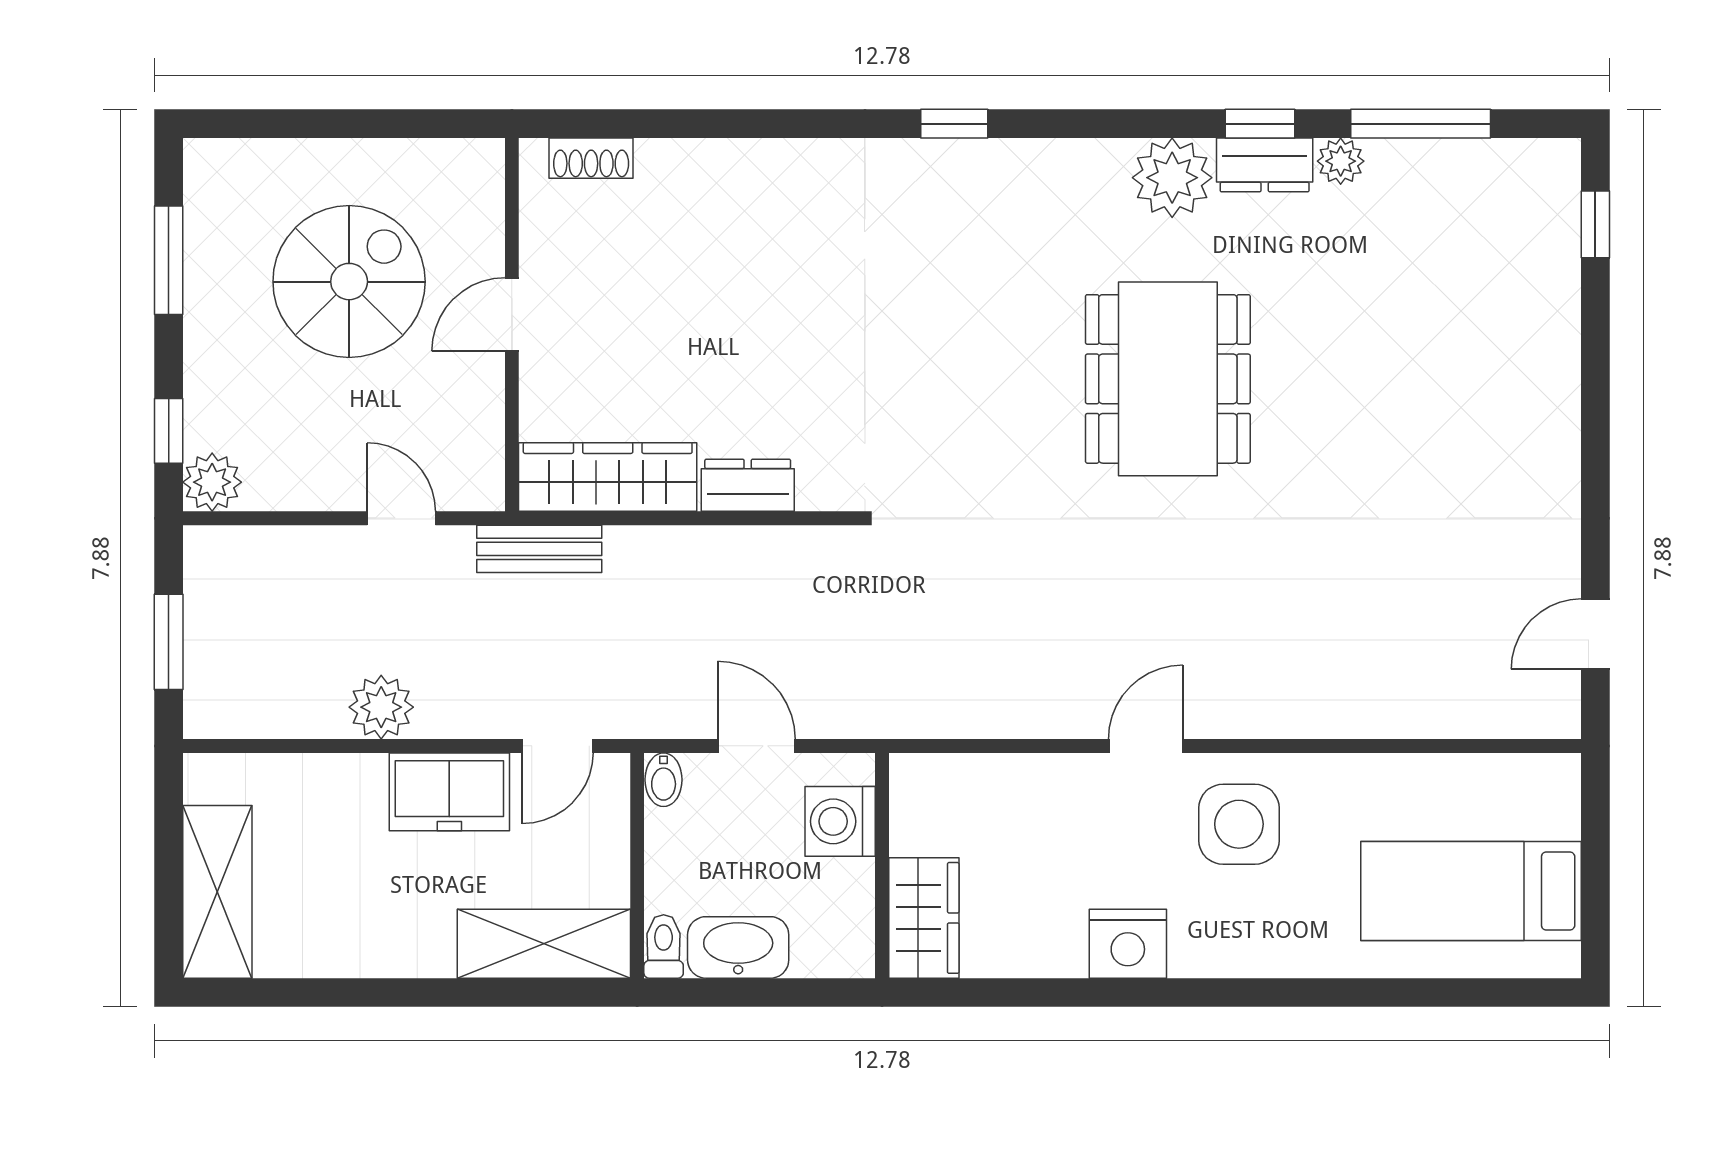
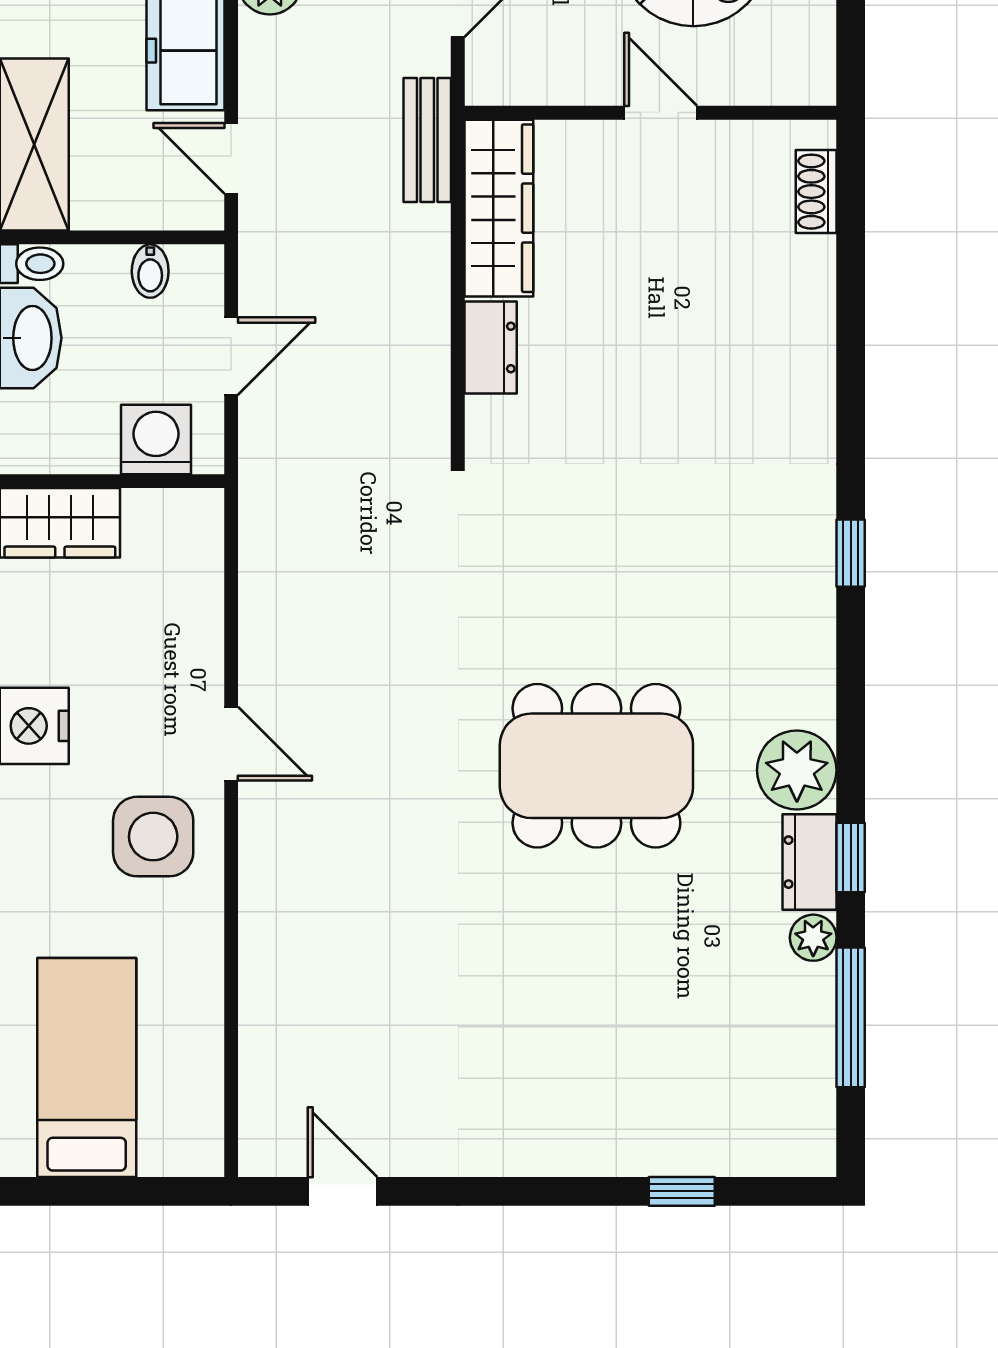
window: (1595, 224) -> (682, 1191), moved
bidet: (664, 780) -> (150, 271), moved, turned -90

